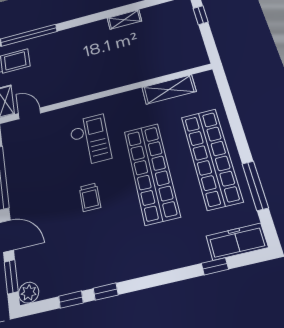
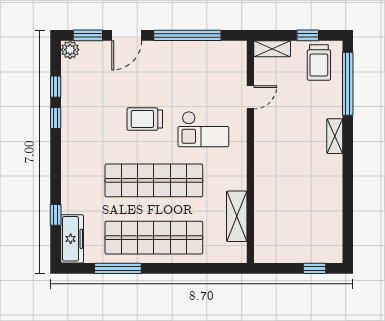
shelving: (124, 20) -> (335, 136), moved
door: (30, 113) -> (250, 97), moved
trolley: (90, 197) -> (145, 119), width x1.36, depth x1.39

